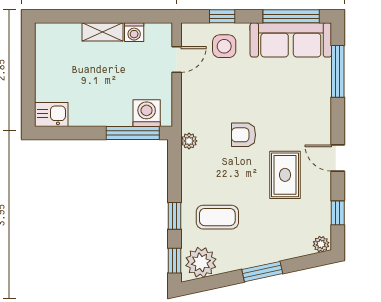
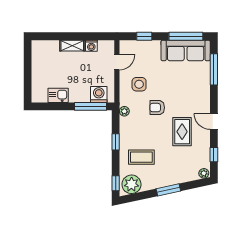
side table: (224, 46) -> (139, 84), moved
kitchen sink: (51, 114) -> (58, 95), moved
window: (175, 216) -> (116, 142), moved

